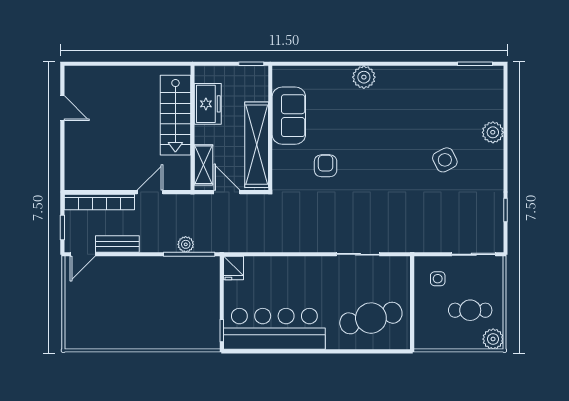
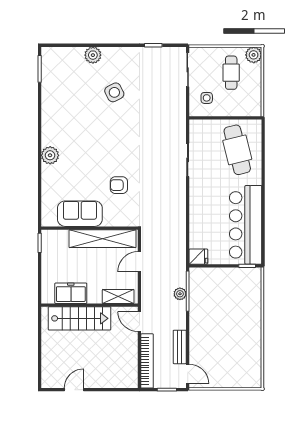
freezer: (208, 104) -> (71, 293), moved
stairs: (175, 115) -> (80, 318), moved
wall: (193, 128) -> (89, 305), moved
shelving: (204, 165) -> (118, 296), moved

